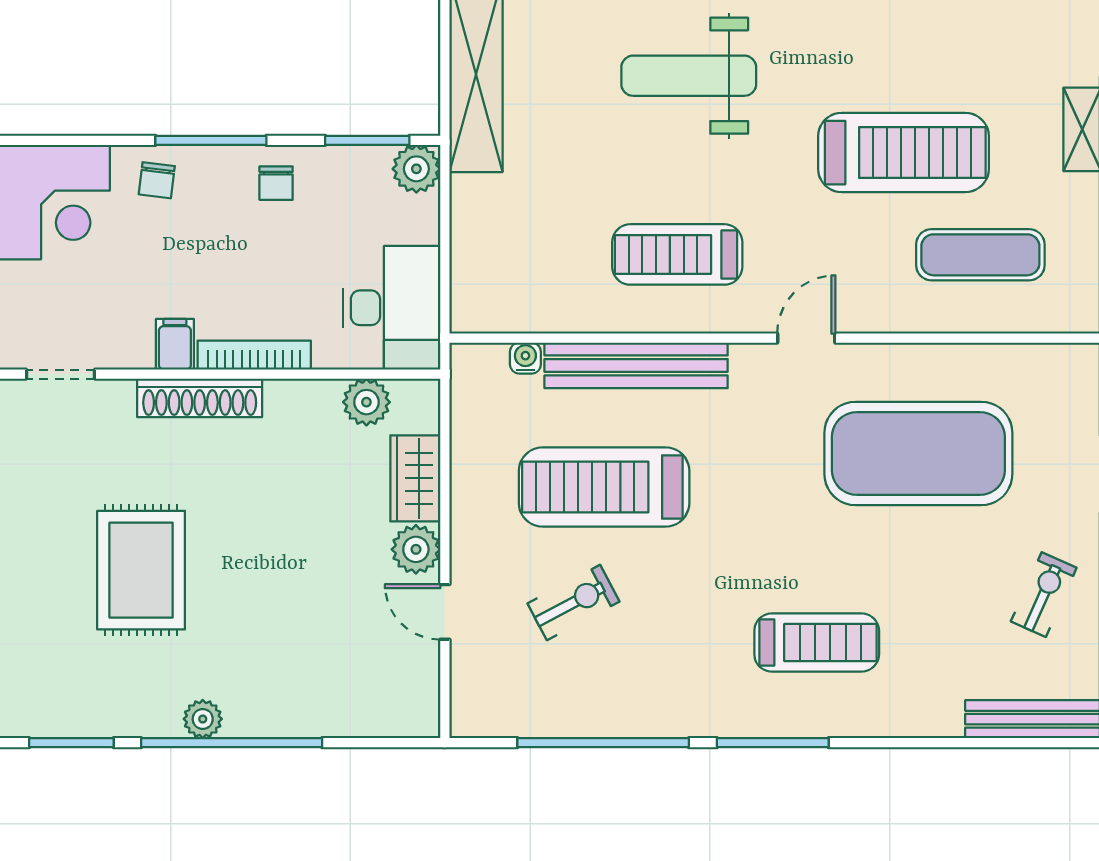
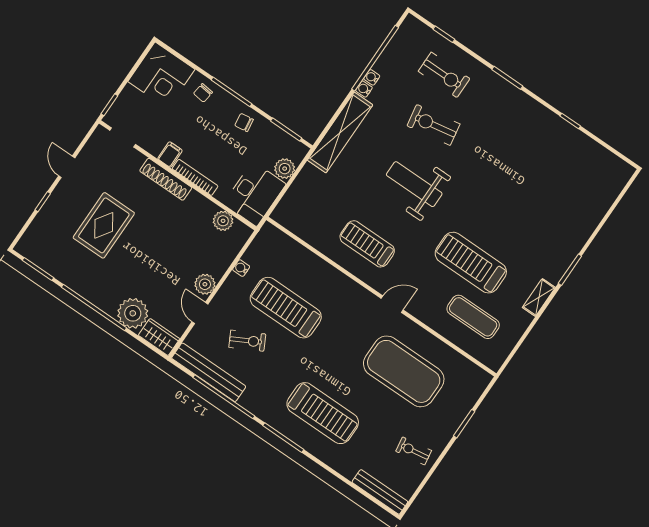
treadmill: (903, 153) -> (471, 263), turned 180
plant: (416, 169) -> (285, 169), moved
chair: (276, 183) -> (244, 123), turned 82
water cooler: (525, 358) -> (241, 268), moved, turned -90
bench: (636, 365) -> (209, 372), moved
wardrobe: (415, 478) -> (159, 337), moved, turned 90
exercise bike: (1044, 595) -> (414, 451), turned -123
treadmill: (817, 643) -> (323, 413), width x1.37, depth x1.38
plant: (203, 719) -> (133, 313), moved, width x1.88, depth x1.88

